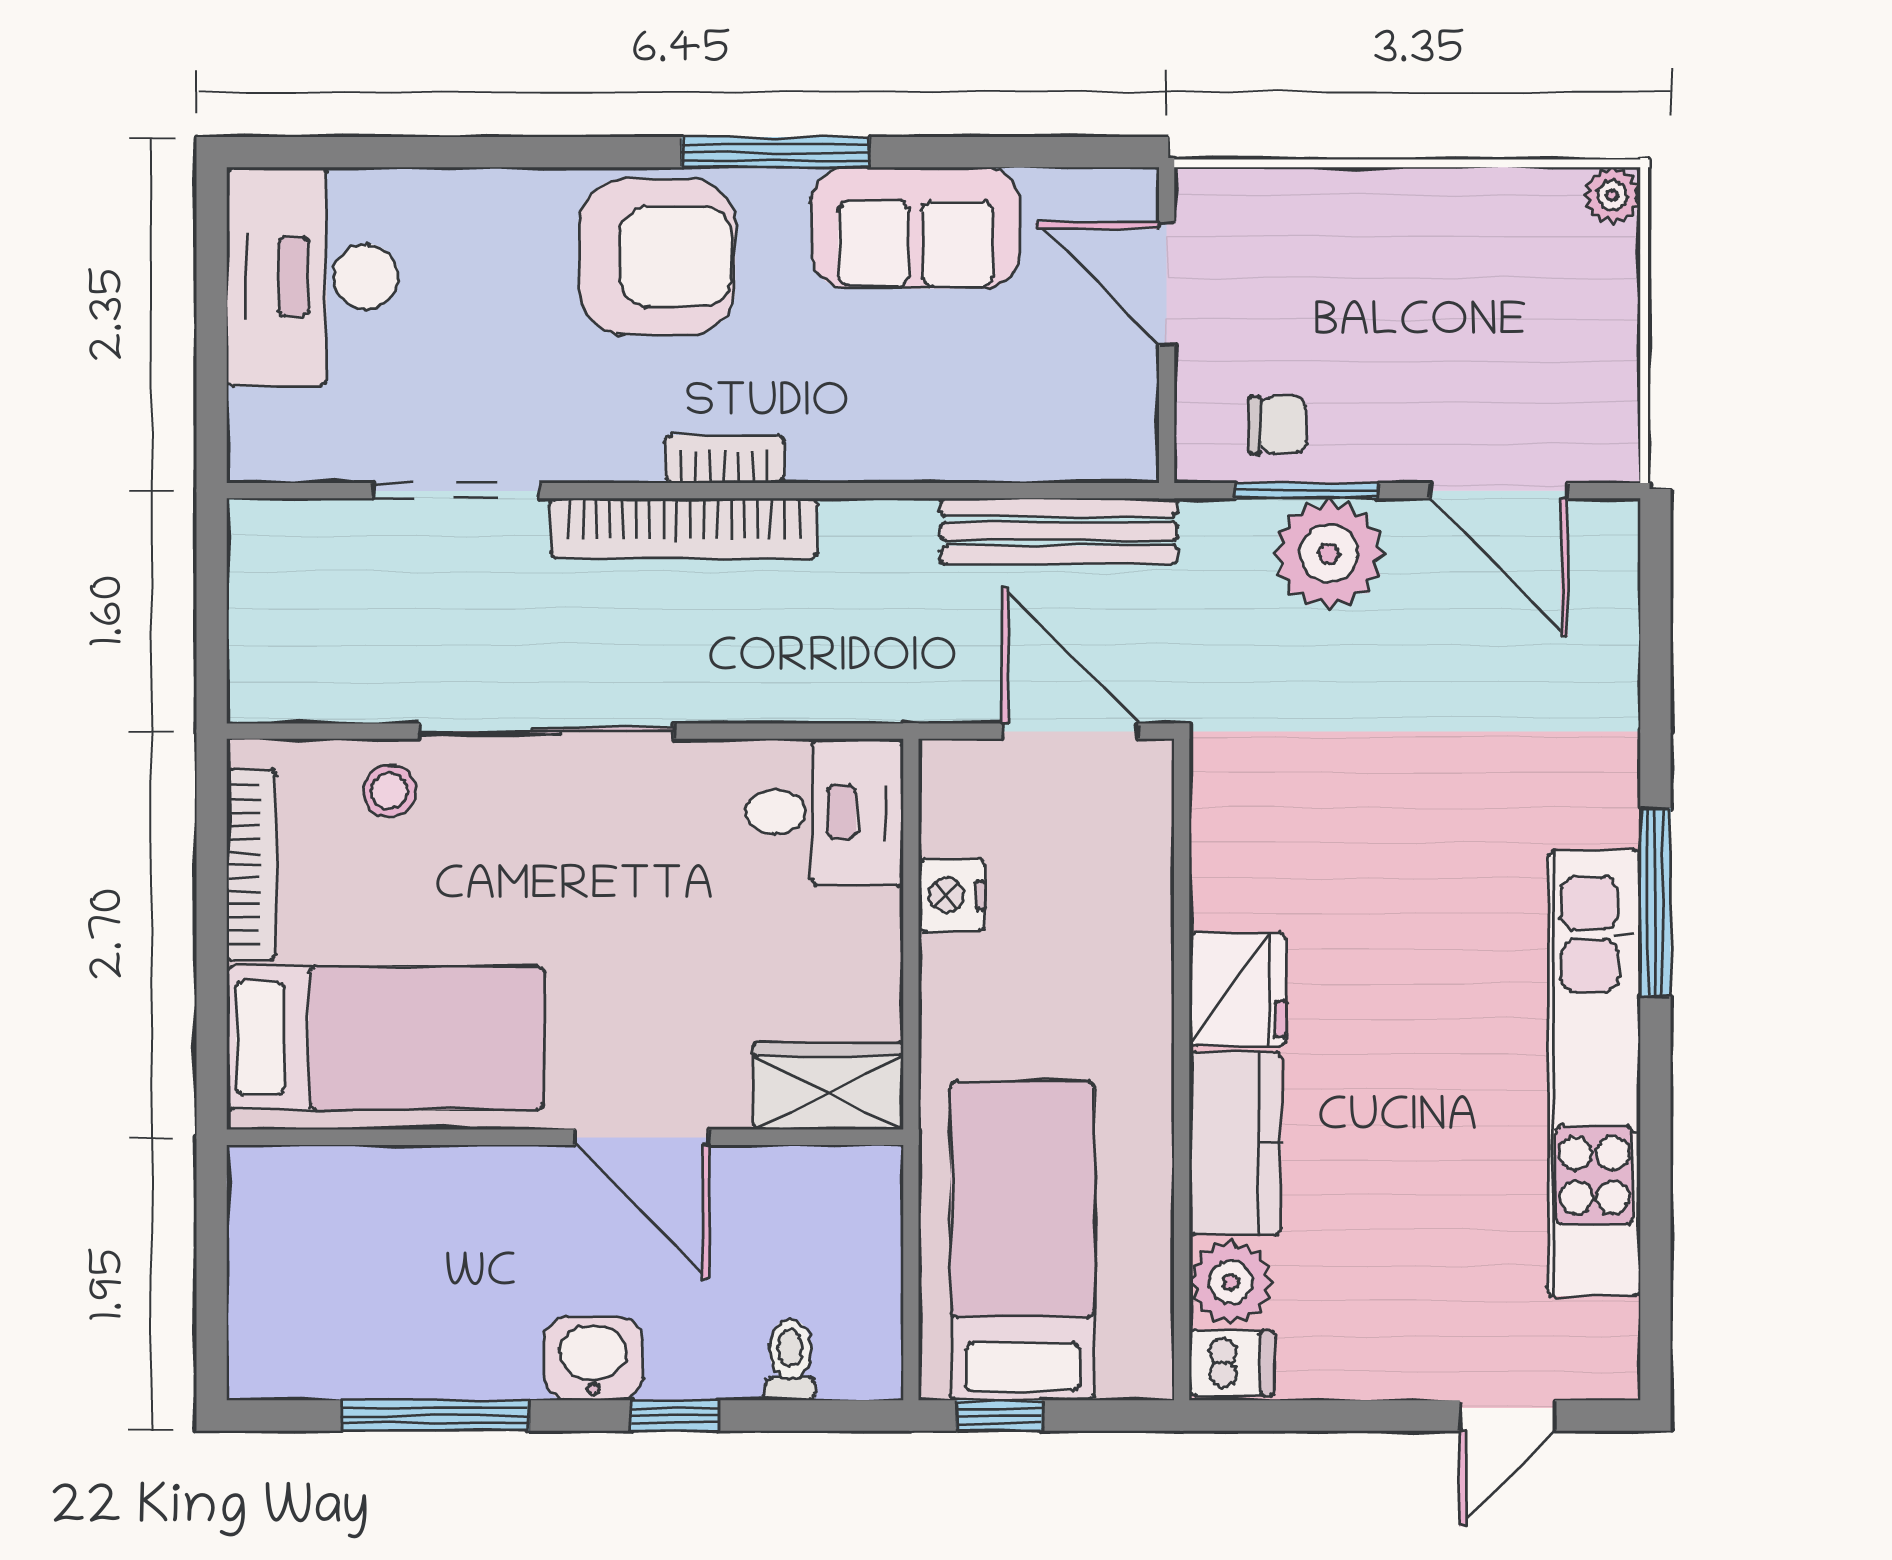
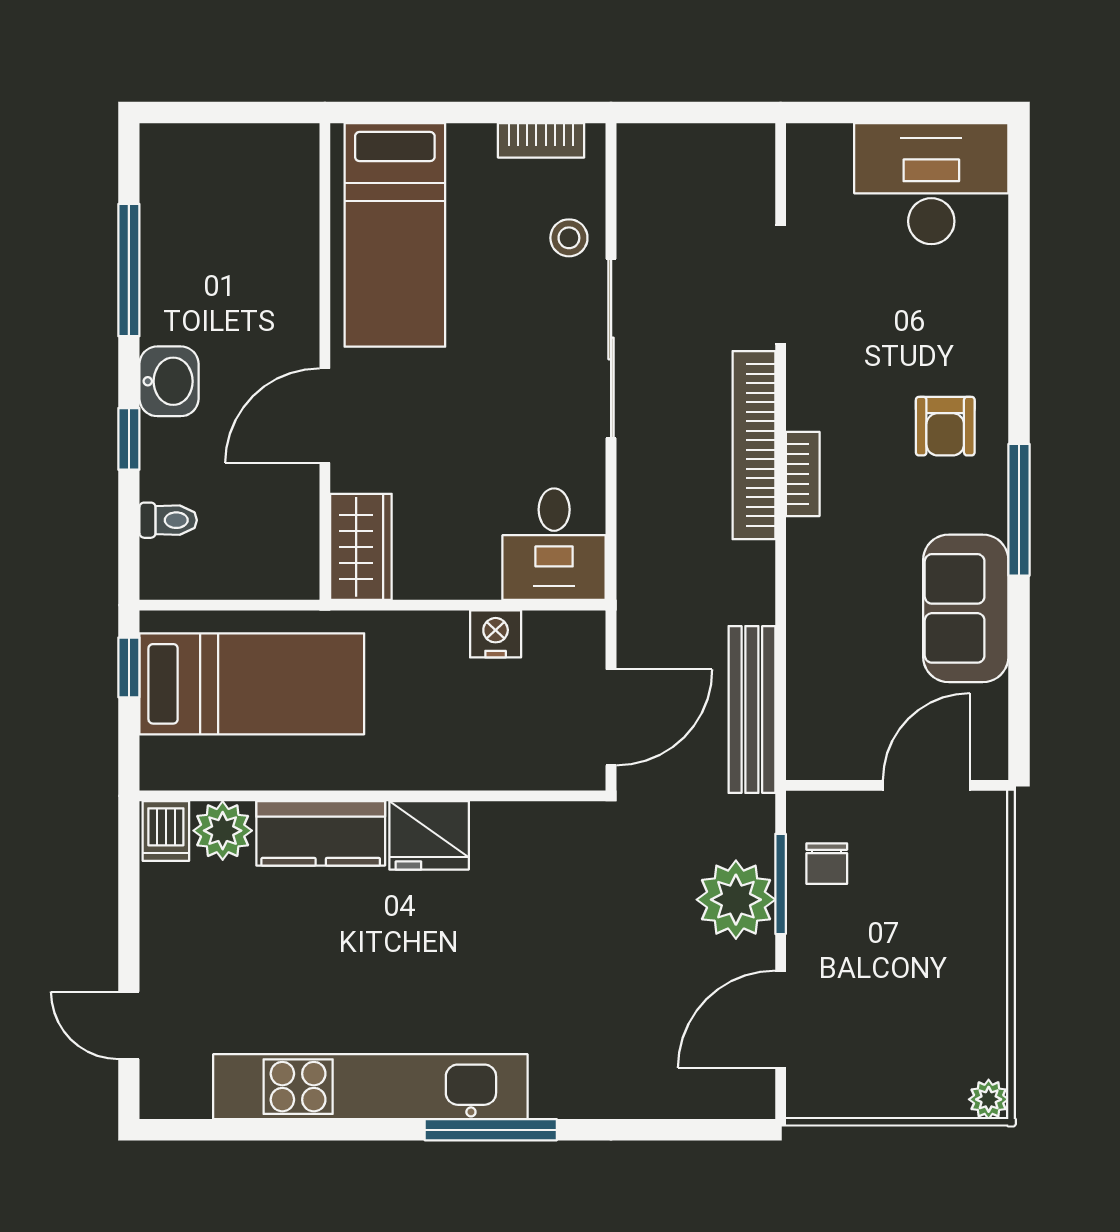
armchair: (657, 257) -> (945, 426), width x0.53, depth x0.53
bookcase: (251, 865) -> (541, 140), width x0.64

